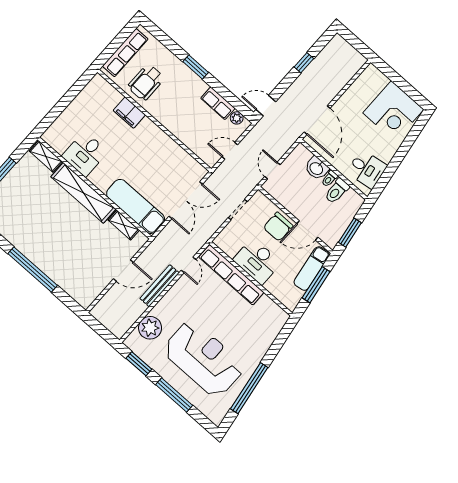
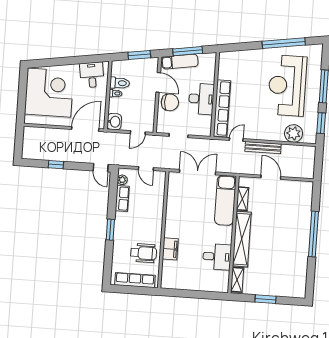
corner desk: (393, 111) -> (49, 93), width x1.36, depth x1.36
washbasin: (317, 168) -> (114, 122), moved

